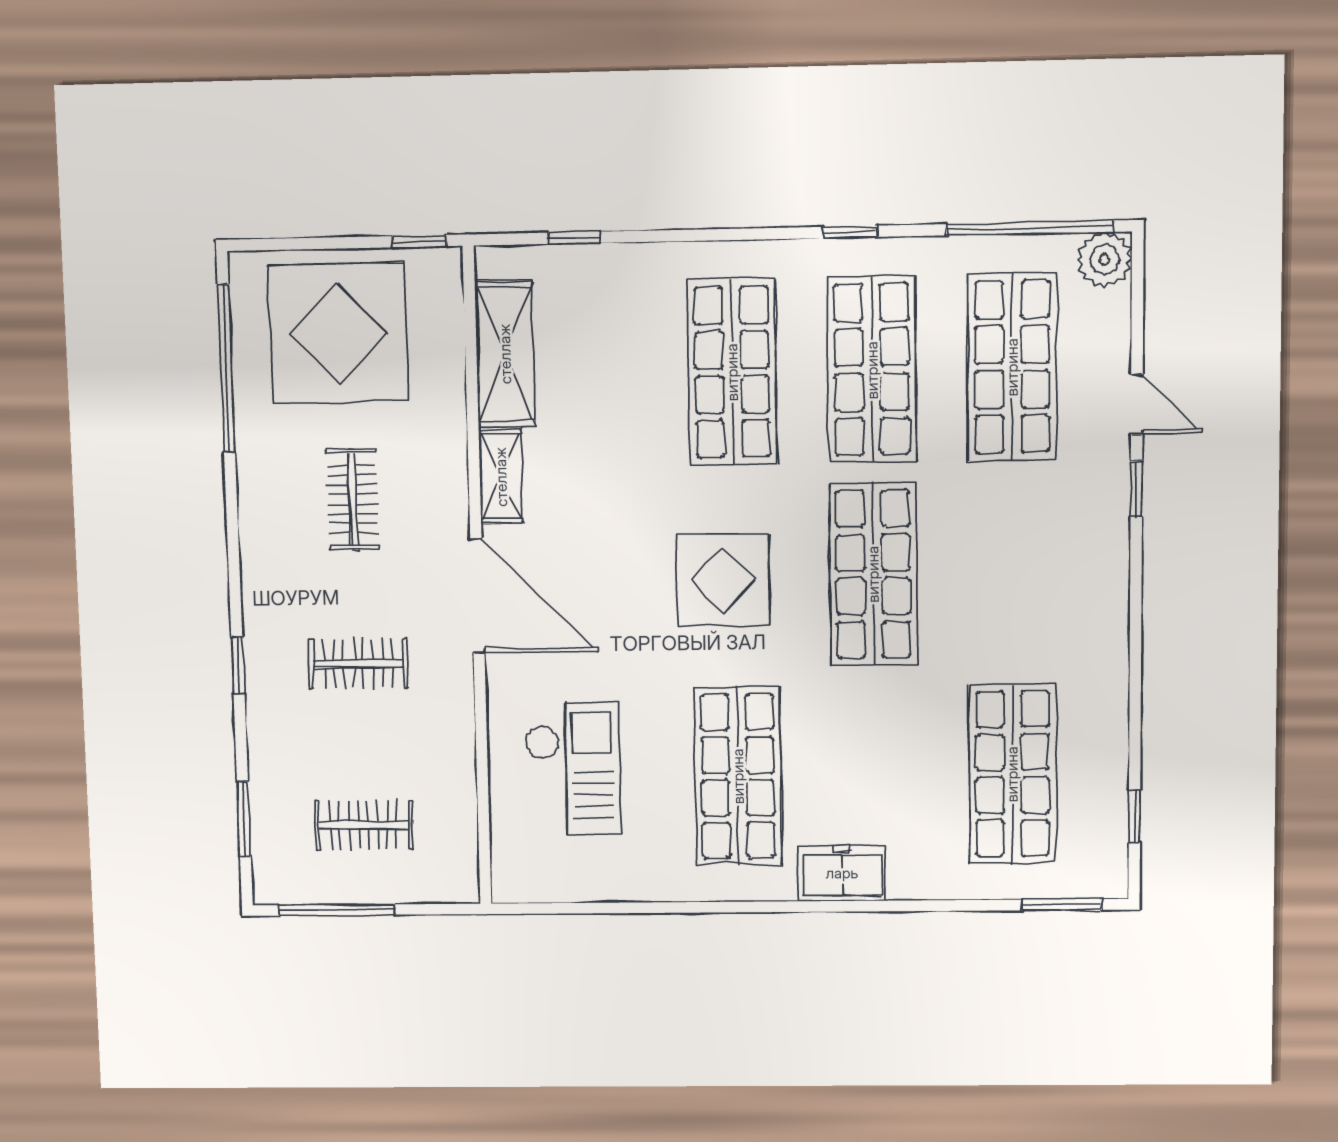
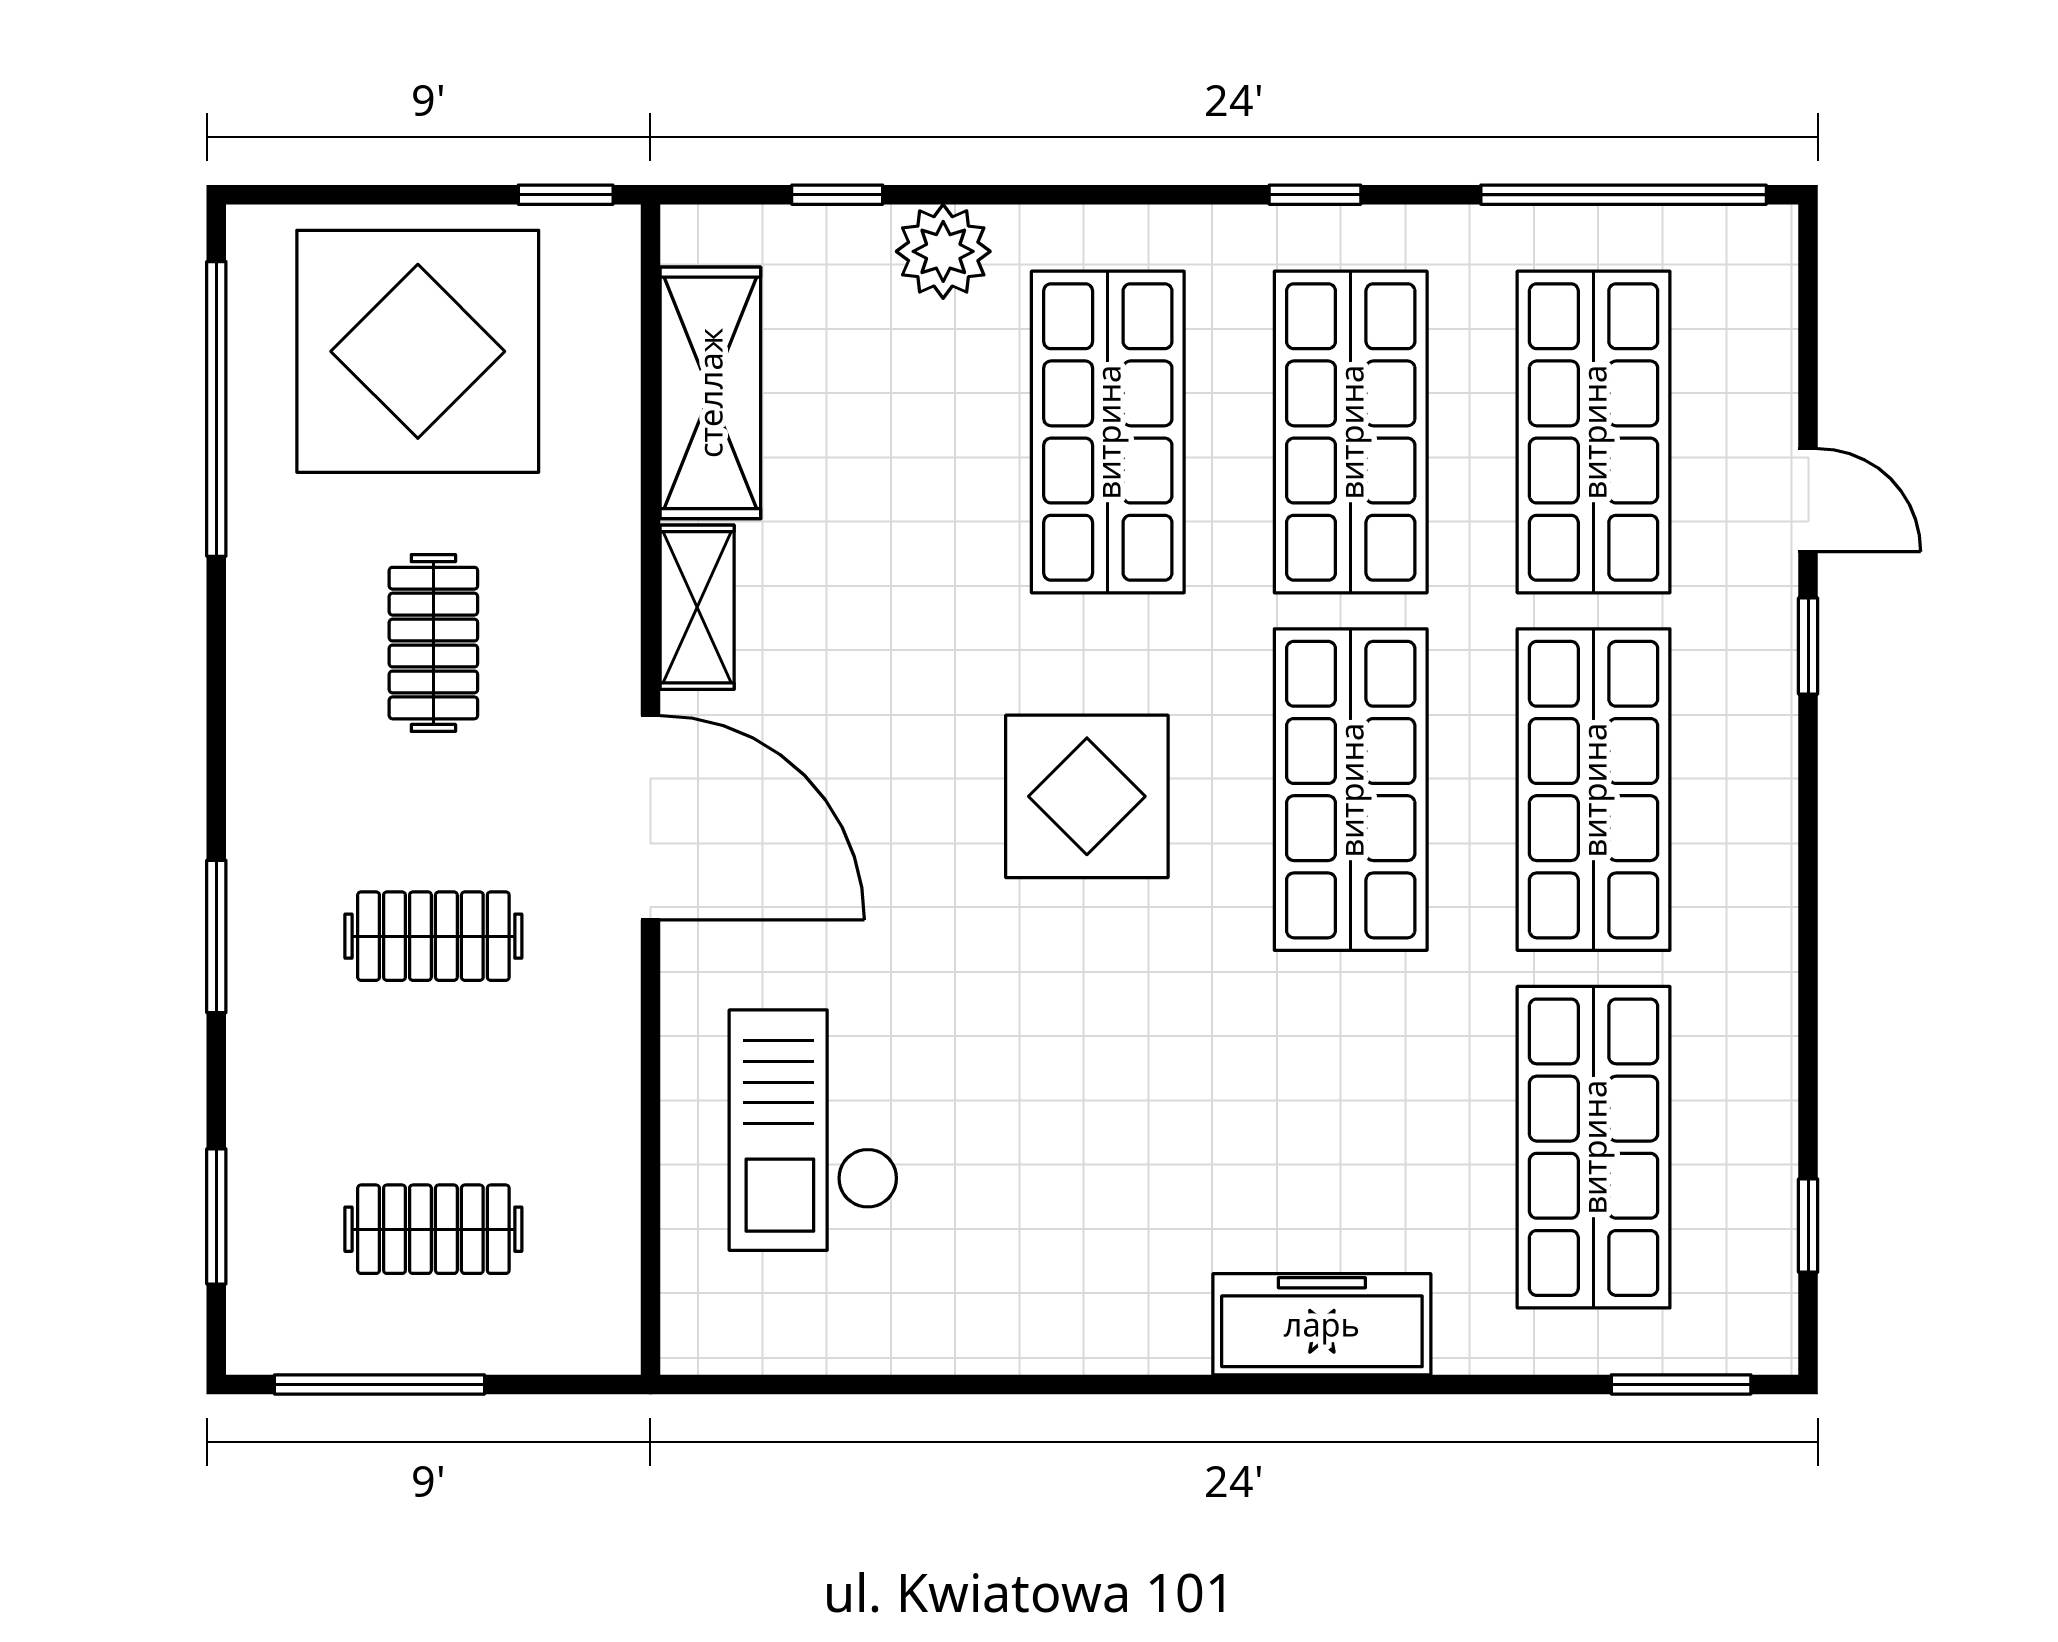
plant: (1104, 260) -> (943, 251), moved
window: (238, 665) -> (216, 937), width x1.50
checkout: (573, 769) -> (814, 1130), turned 180
shop shelf: (738, 776) -> (1594, 790), moved
freezer: (842, 873) -> (1322, 1324), width x1.40

